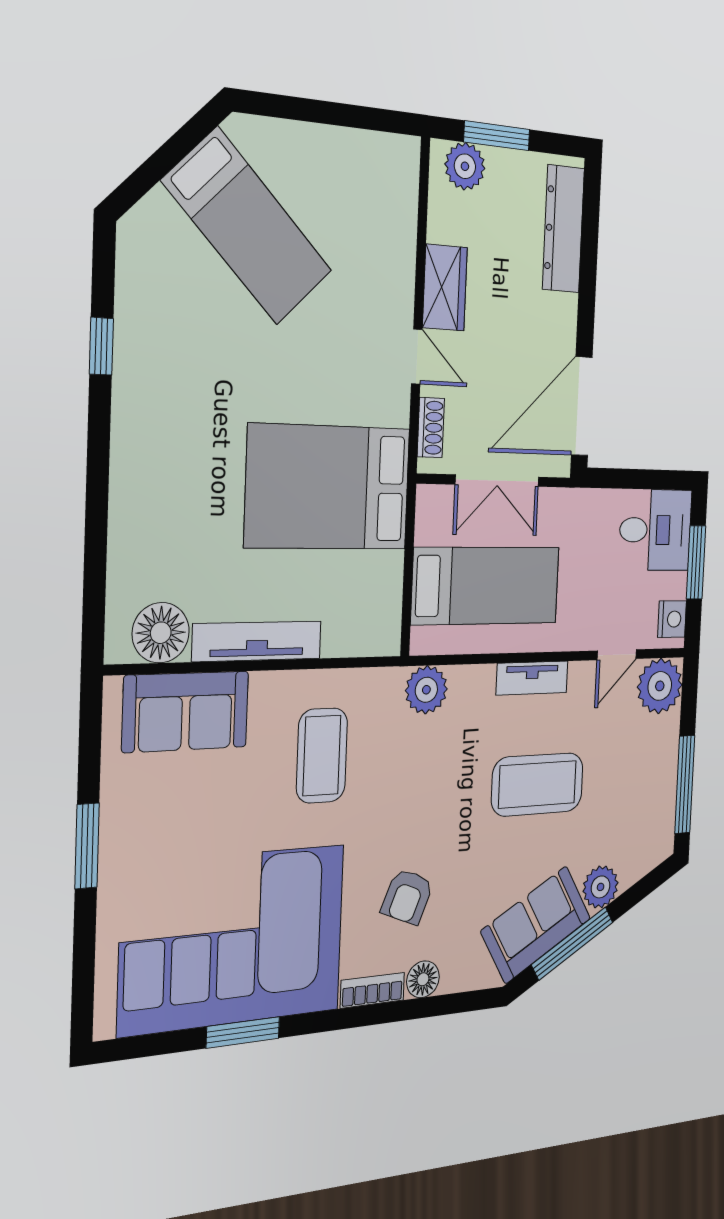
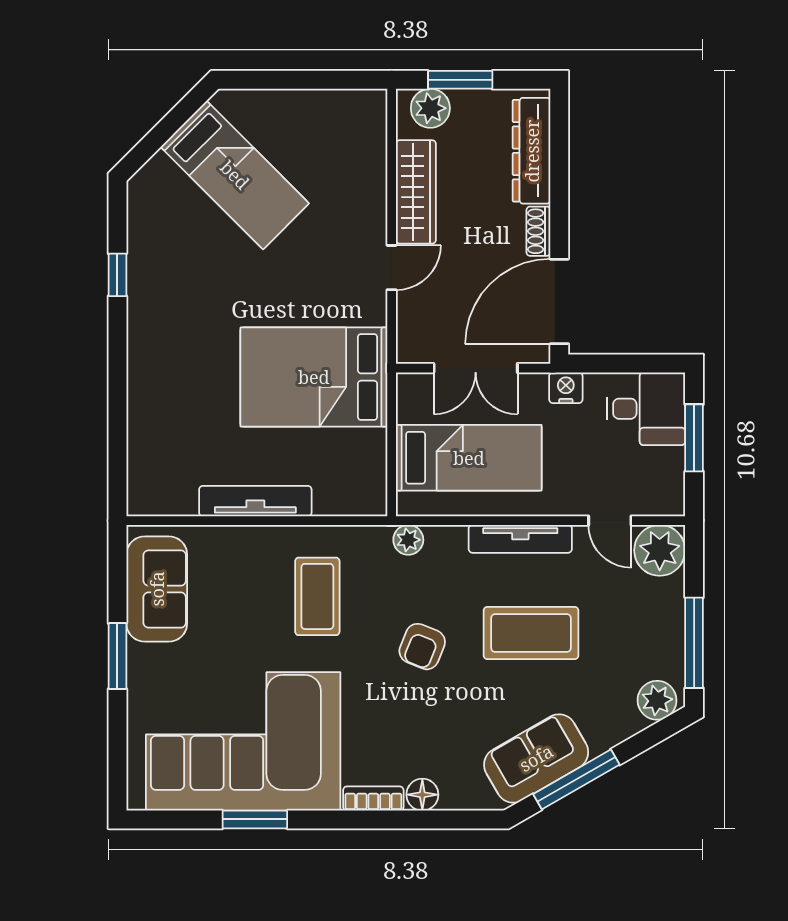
wardrobe: (445, 287) -> (416, 192), width x1.50
door: (417, 357) -> (392, 268), hinge flipped
shoe rack: (431, 428) -> (538, 231), moved, turned 180
nightstand: (672, 619) -> (566, 388), moved, turned -90
floor lamp: (161, 633) -> (173, 493), removed
door: (617, 655) -> (610, 521), hinge flipped
tv unit: (532, 678) -> (520, 539), width x1.41
plant: (426, 690) -> (408, 540), width x0.73, depth x0.73
sofa: (186, 712) -> (157, 589), moved, turned -90
plant: (601, 887) -> (657, 700), moved
armchair: (407, 897) -> (422, 647), moved

